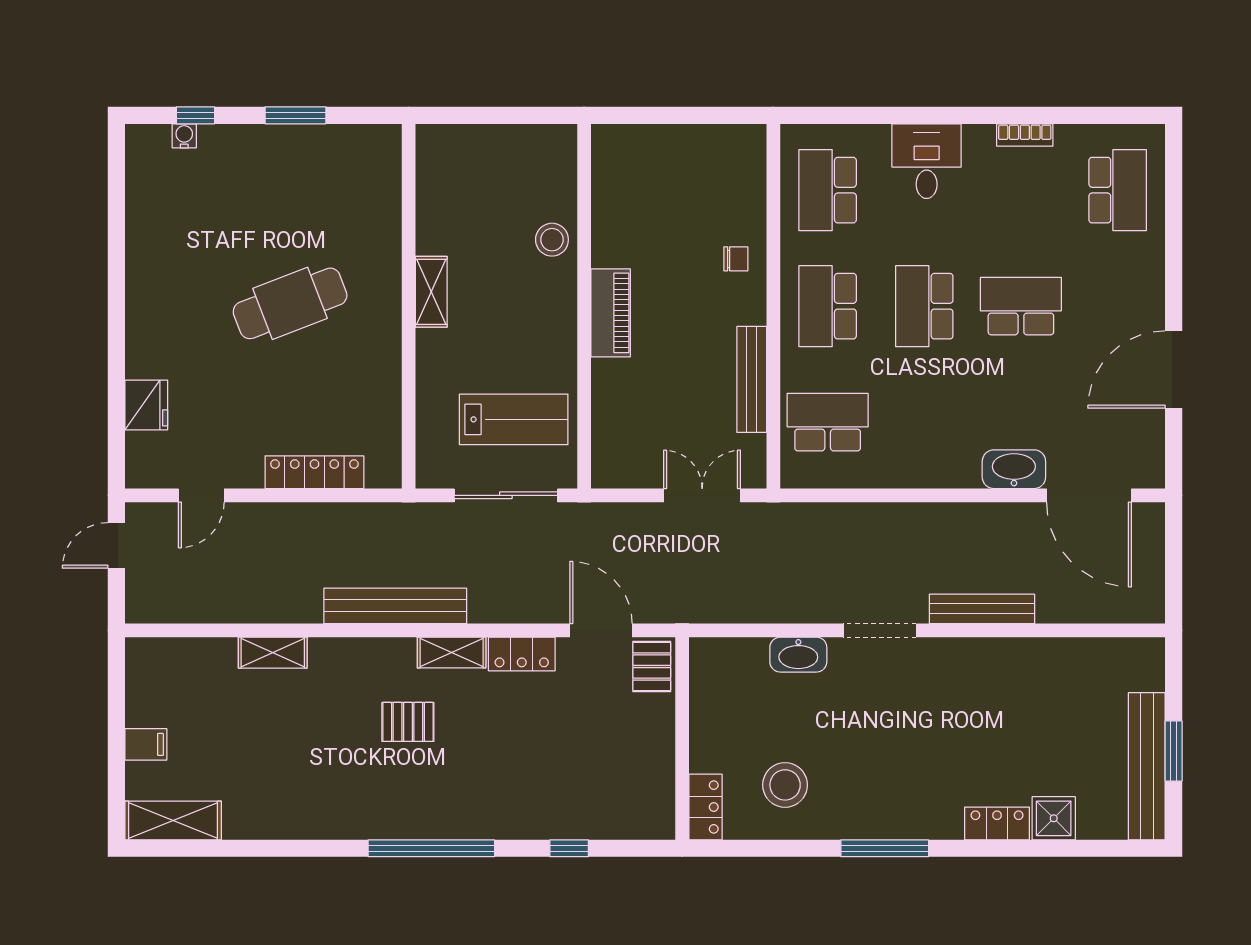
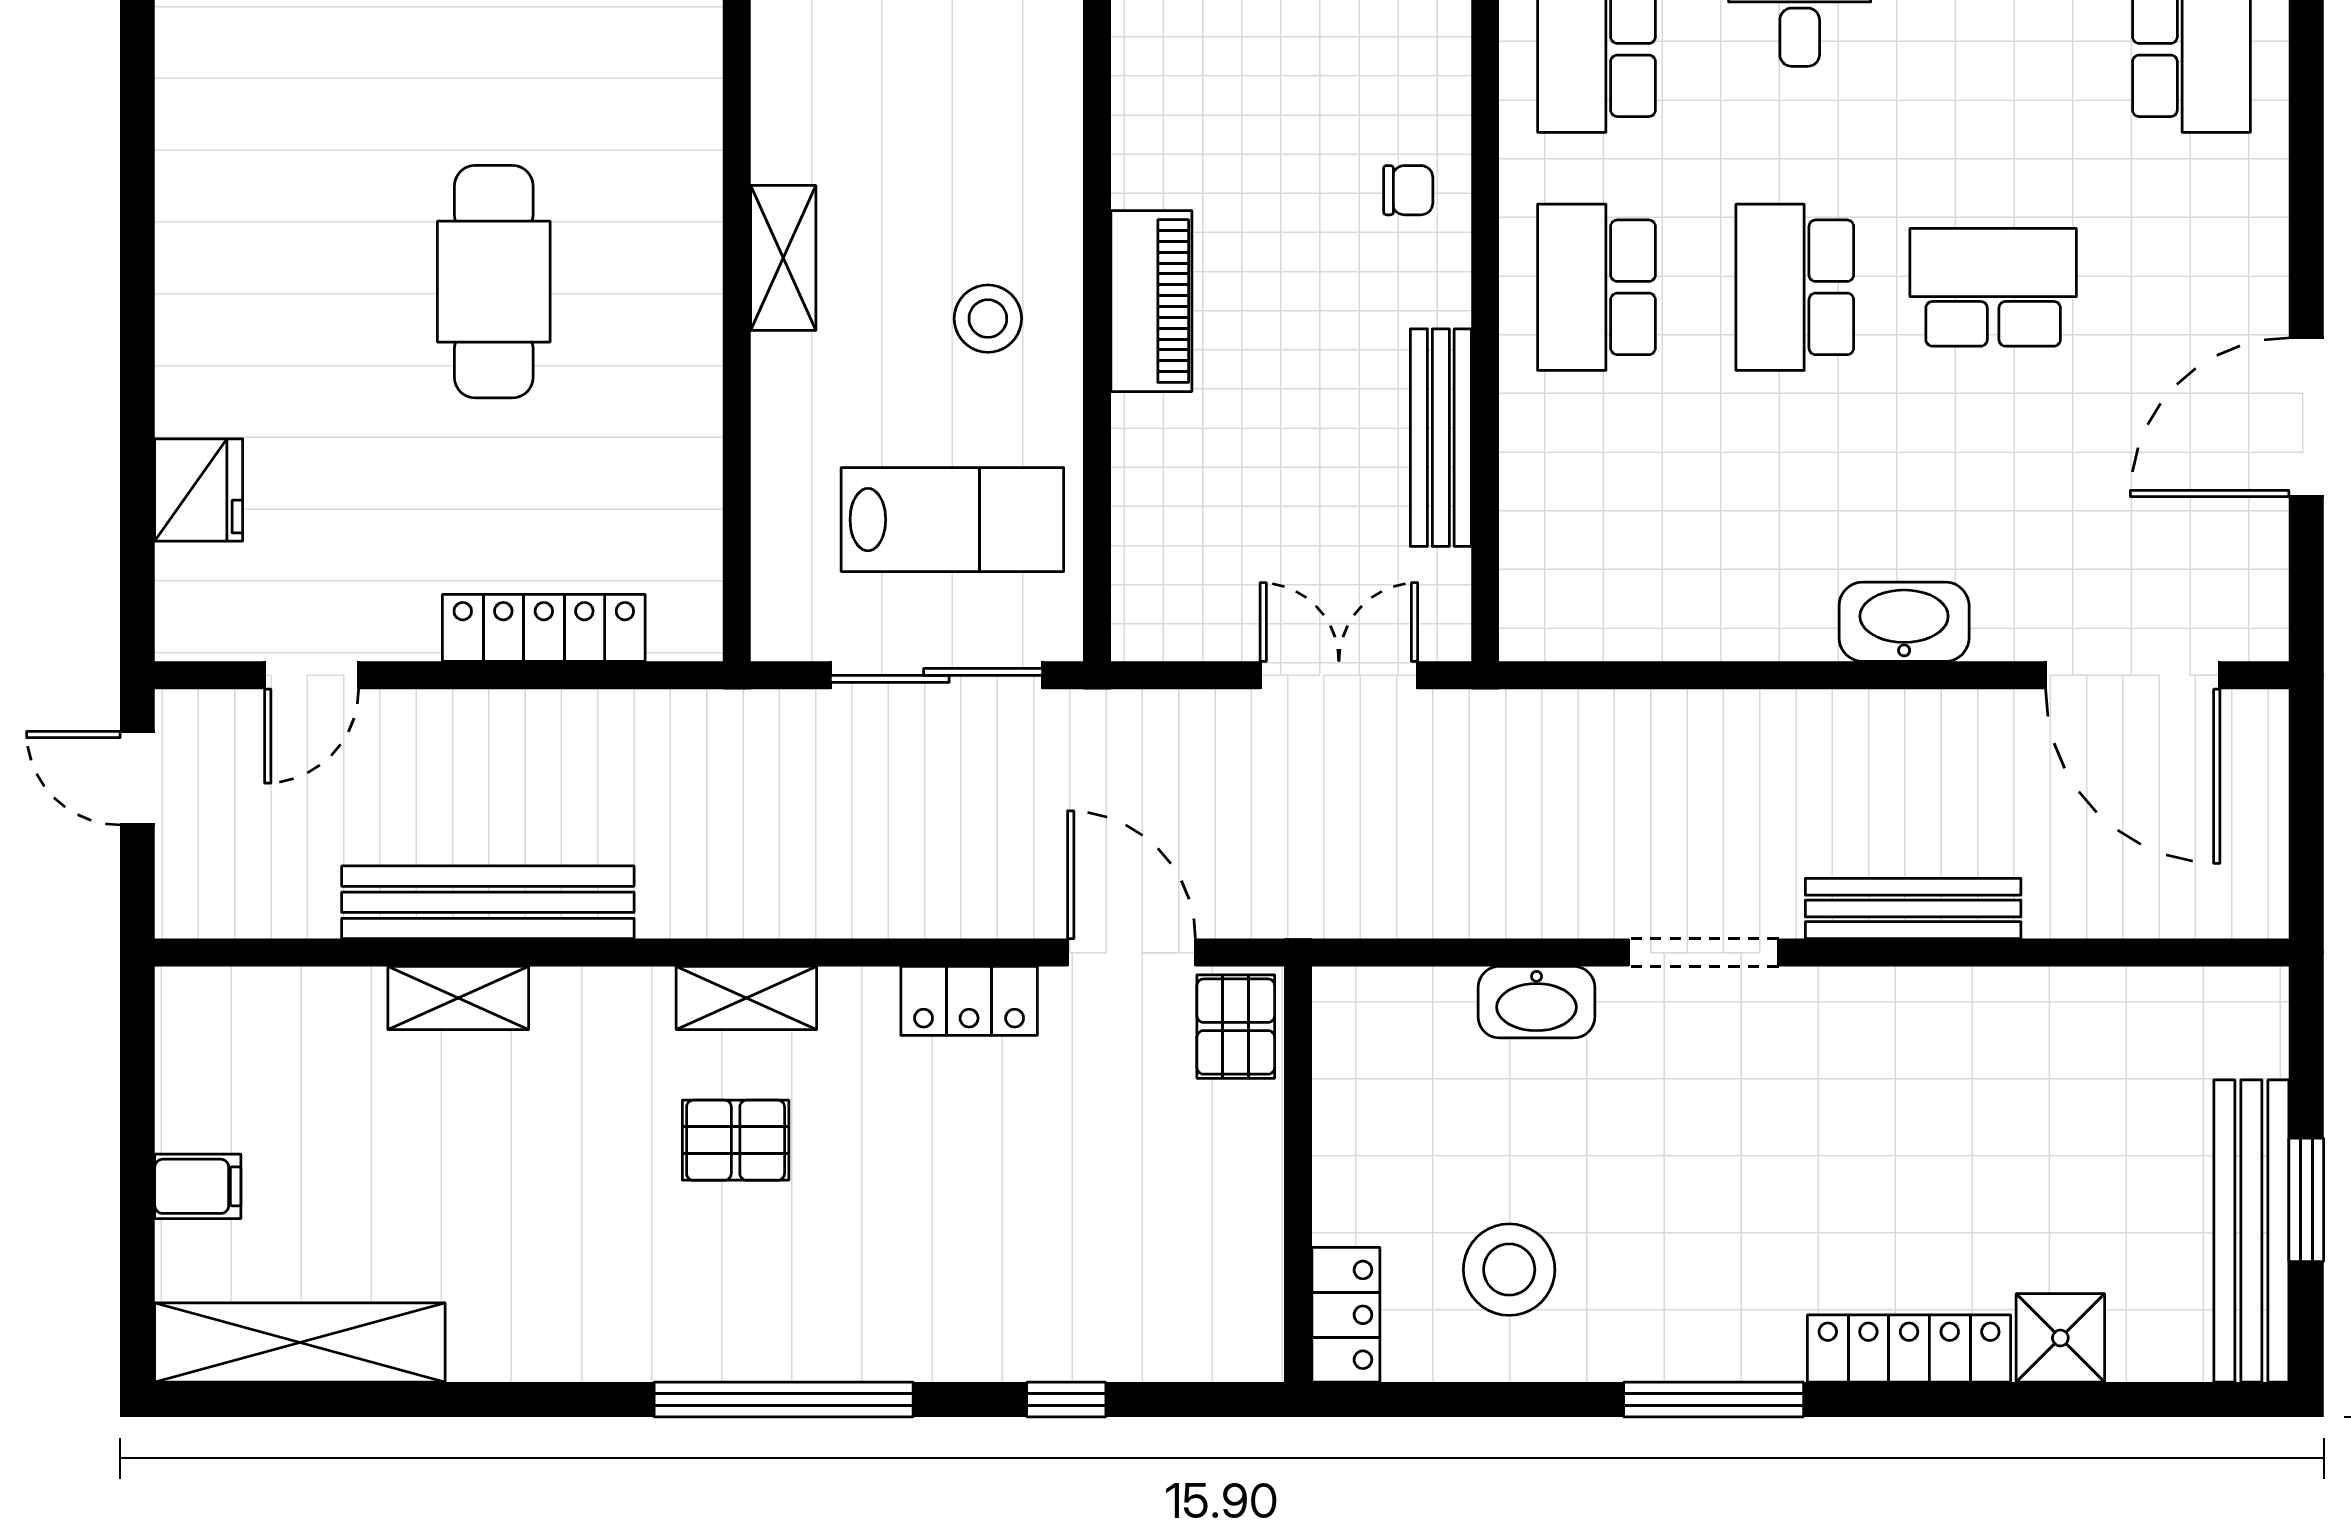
stool: (552, 240) -> (988, 319), moved
cafe table: (290, 303) -> (494, 282), turned -69
school desk: (828, 422) -> (1597, 525), removed
washbasin: (1014, 469) -> (1904, 622), moved
door: (116, 545) -> (137, 778), hinge flipped
bench: (395, 606) -> (488, 902), moved
shelving: (452, 653) -> (746, 998), moved
shelving: (173, 821) -> (300, 1343), width x1.47
locker: (997, 823) -> (1909, 1349), width x1.53

